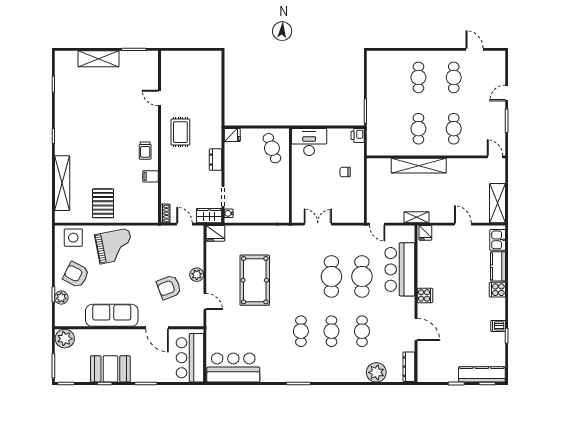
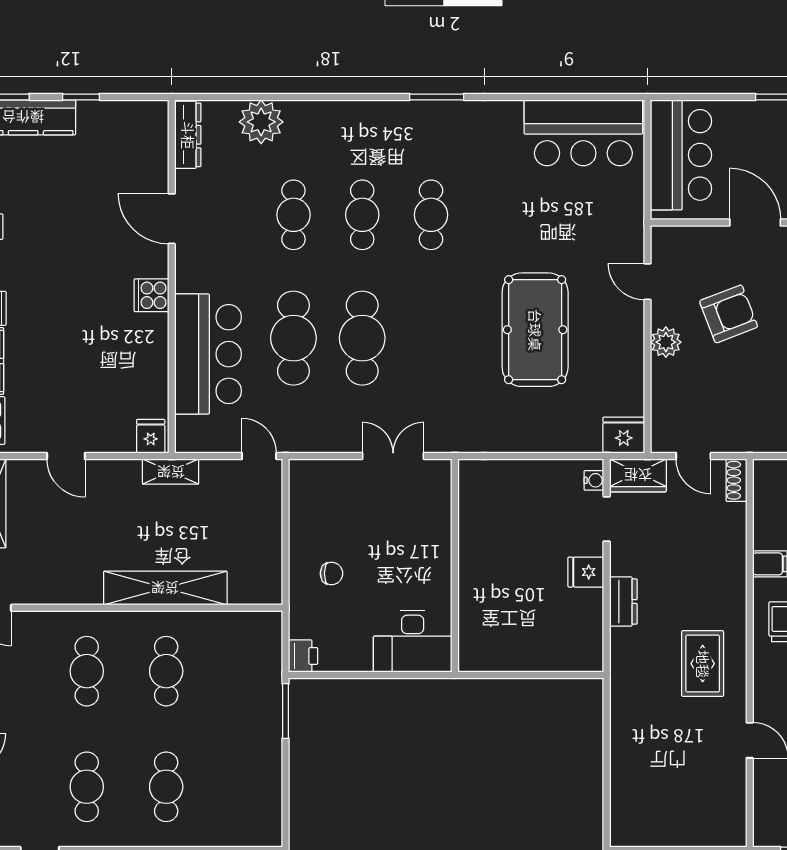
fridge: (232, 135) -> (586, 572), moved
cafe table: (272, 148) -> (496, 627), removed
double door: (318, 224) -> (393, 456), swing flipped

